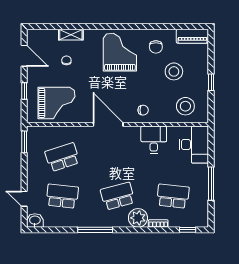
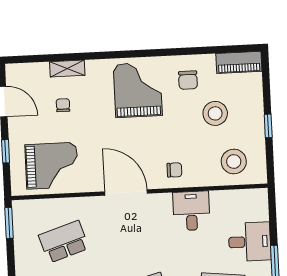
desk: (194, 145) -> (250, 242), moved, width x0.73

